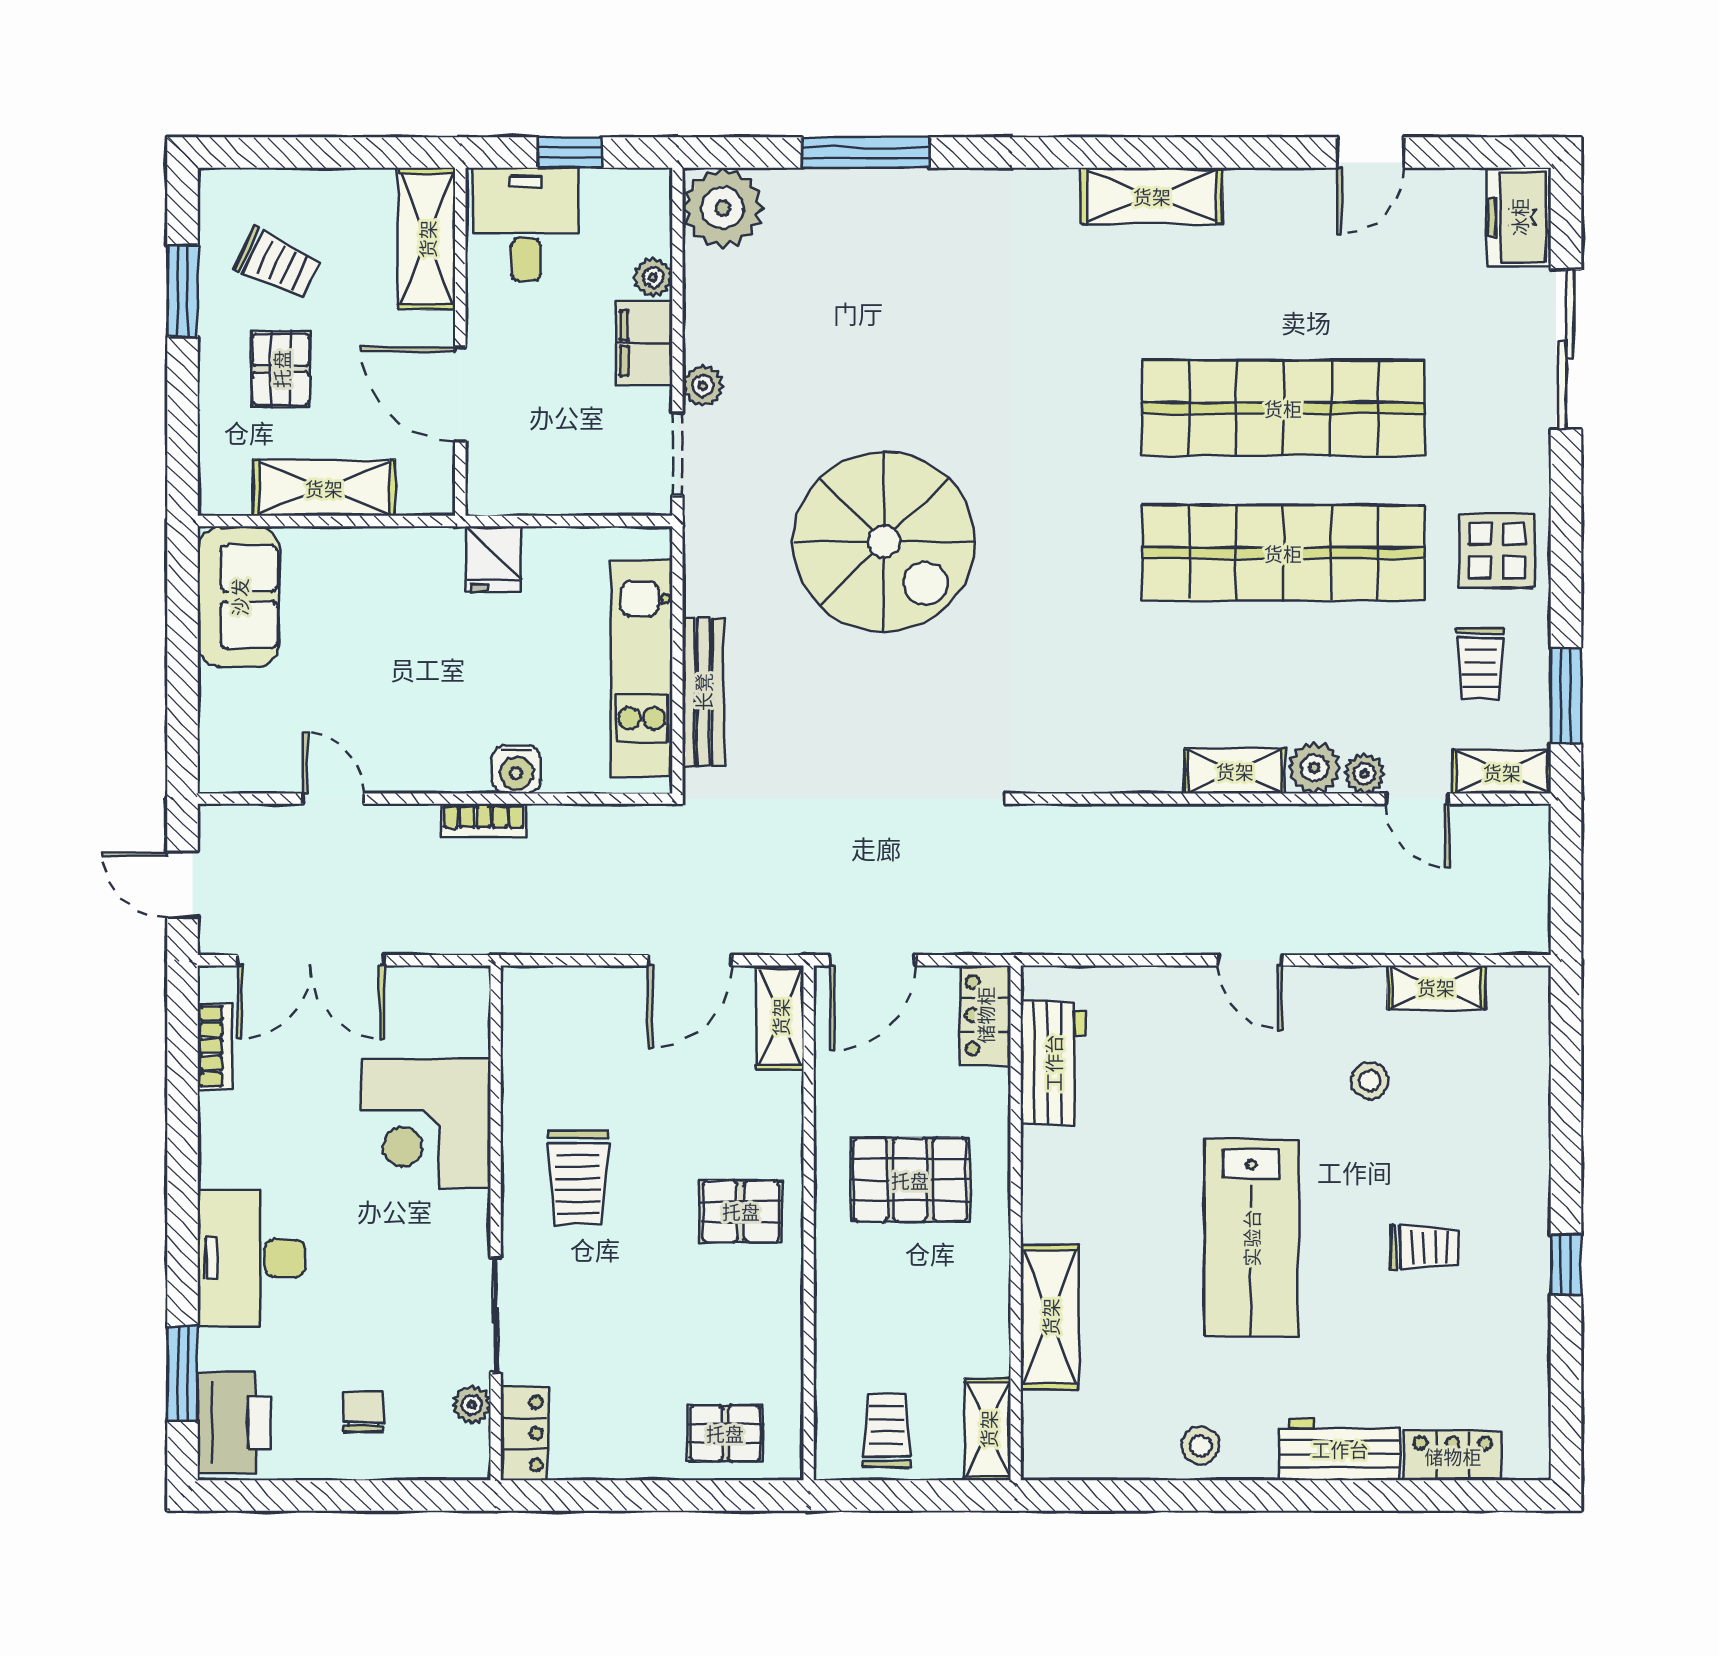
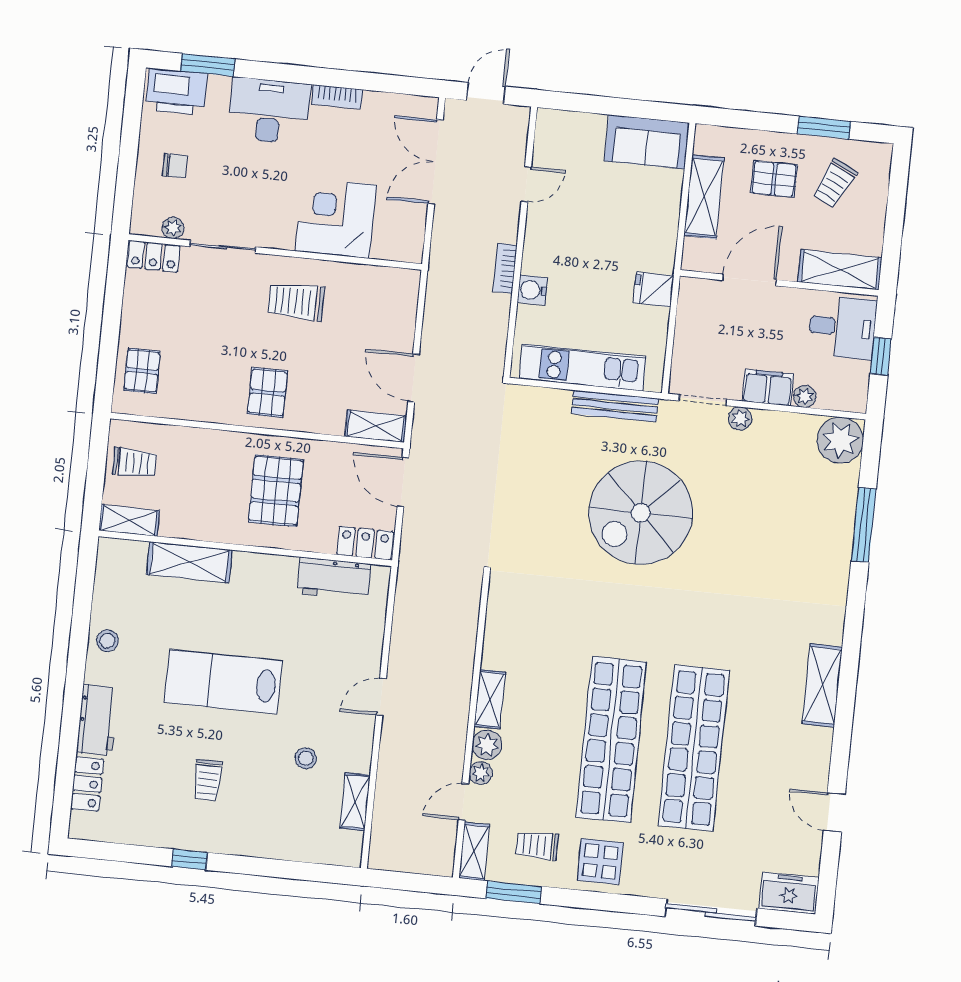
bench: (703, 692) -> (615, 406), moved
bookcase: (215, 1046) -> (337, 97), moved

